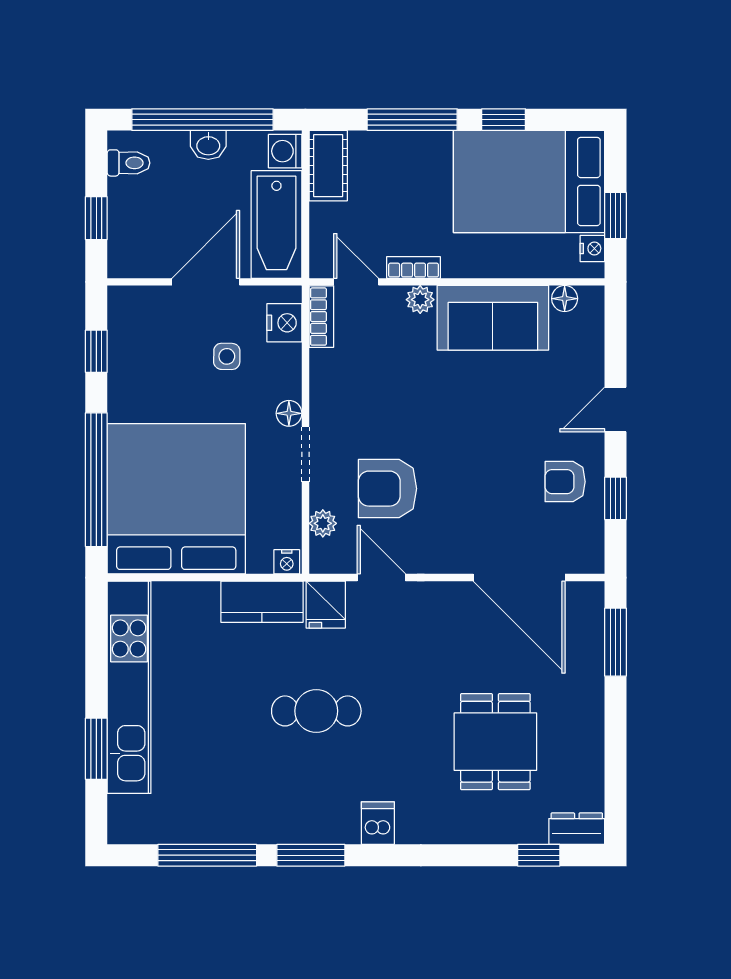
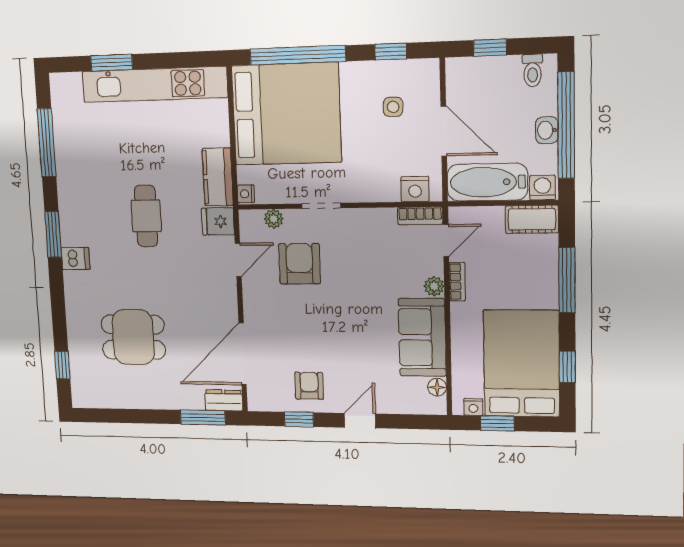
window: (504, 120) -> (567, 367), moved
side table: (227, 356) -> (393, 107), moved
door: (616, 409) -> (360, 421), hinge flipped
floor lamp: (289, 413) -> (350, 194), removed
dresser: (577, 829) -> (224, 400), moved, turned -90
window: (311, 855) -> (53, 234), moved

